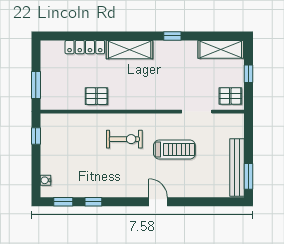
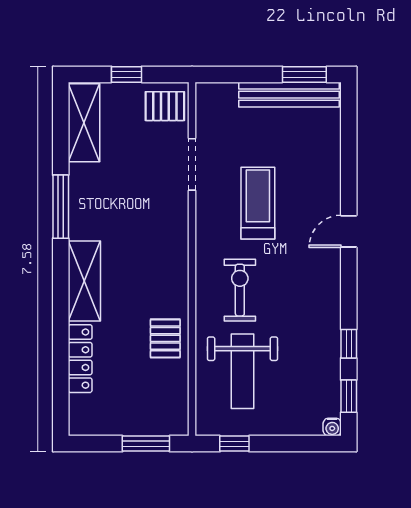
window: (172, 36) -> (61, 207), width x2.17
pallet: (230, 96) -> (165, 106), turned 90
weight bench: (78, 141) -> (243, 371), added
water cooler: (45, 180) -> (332, 427), moved

